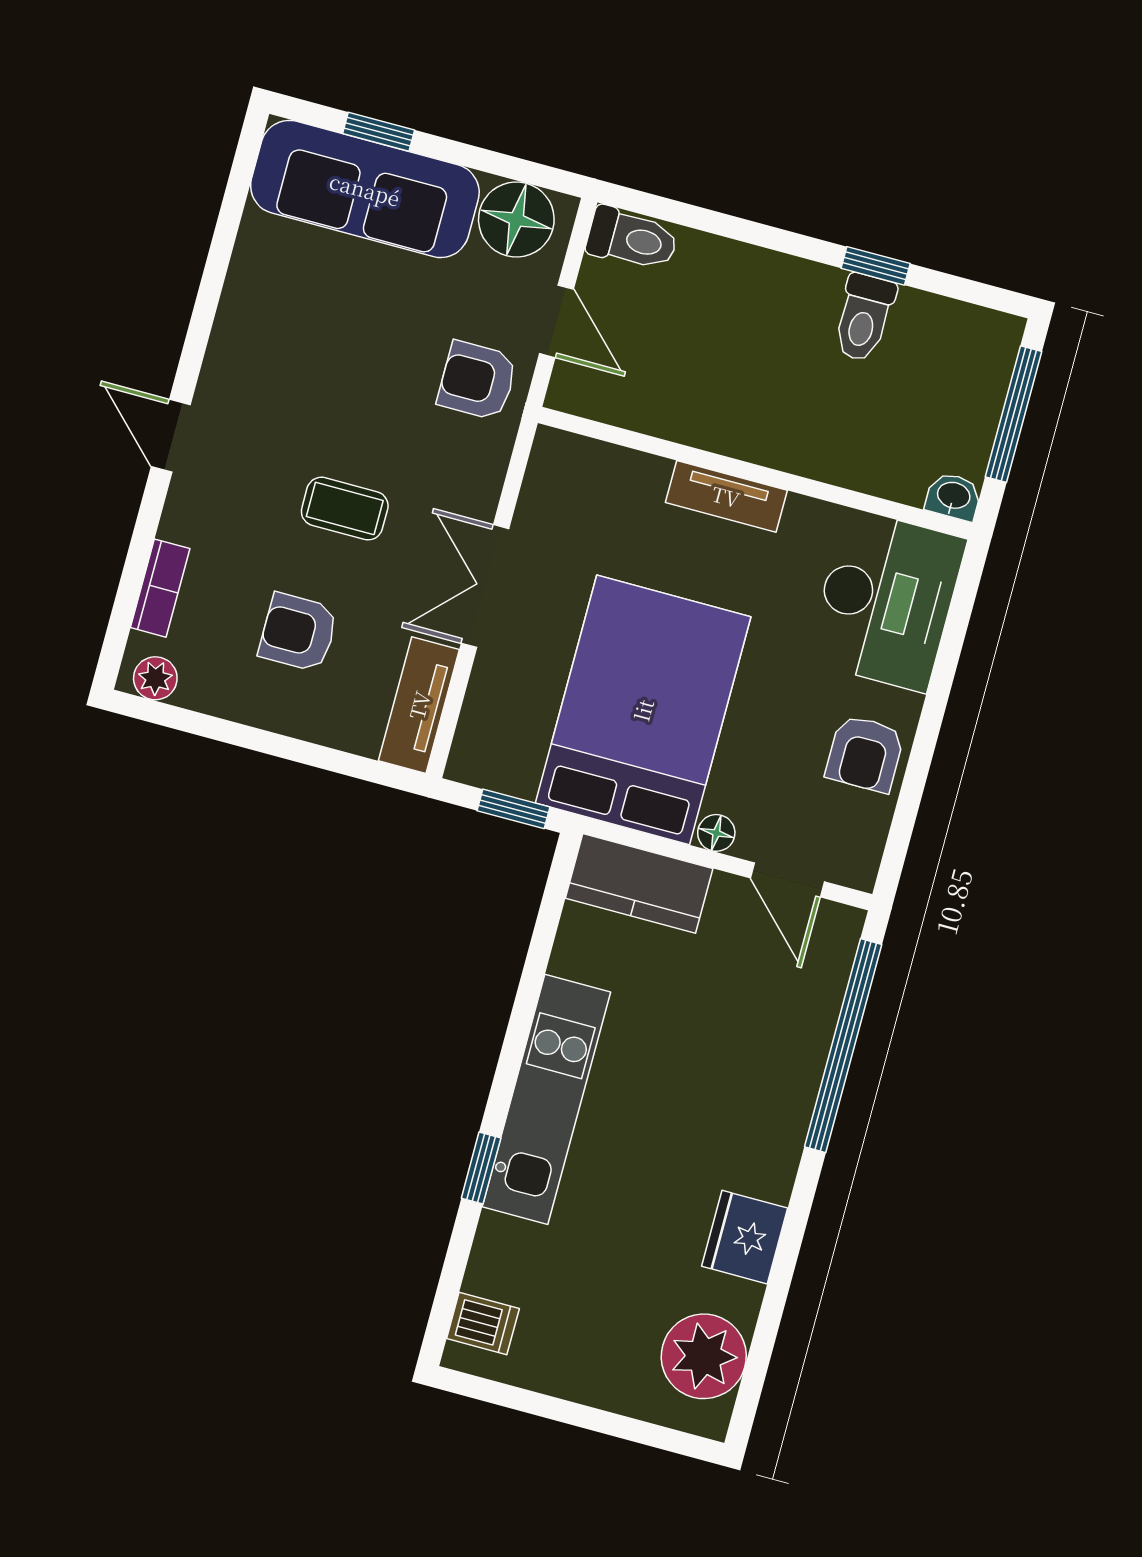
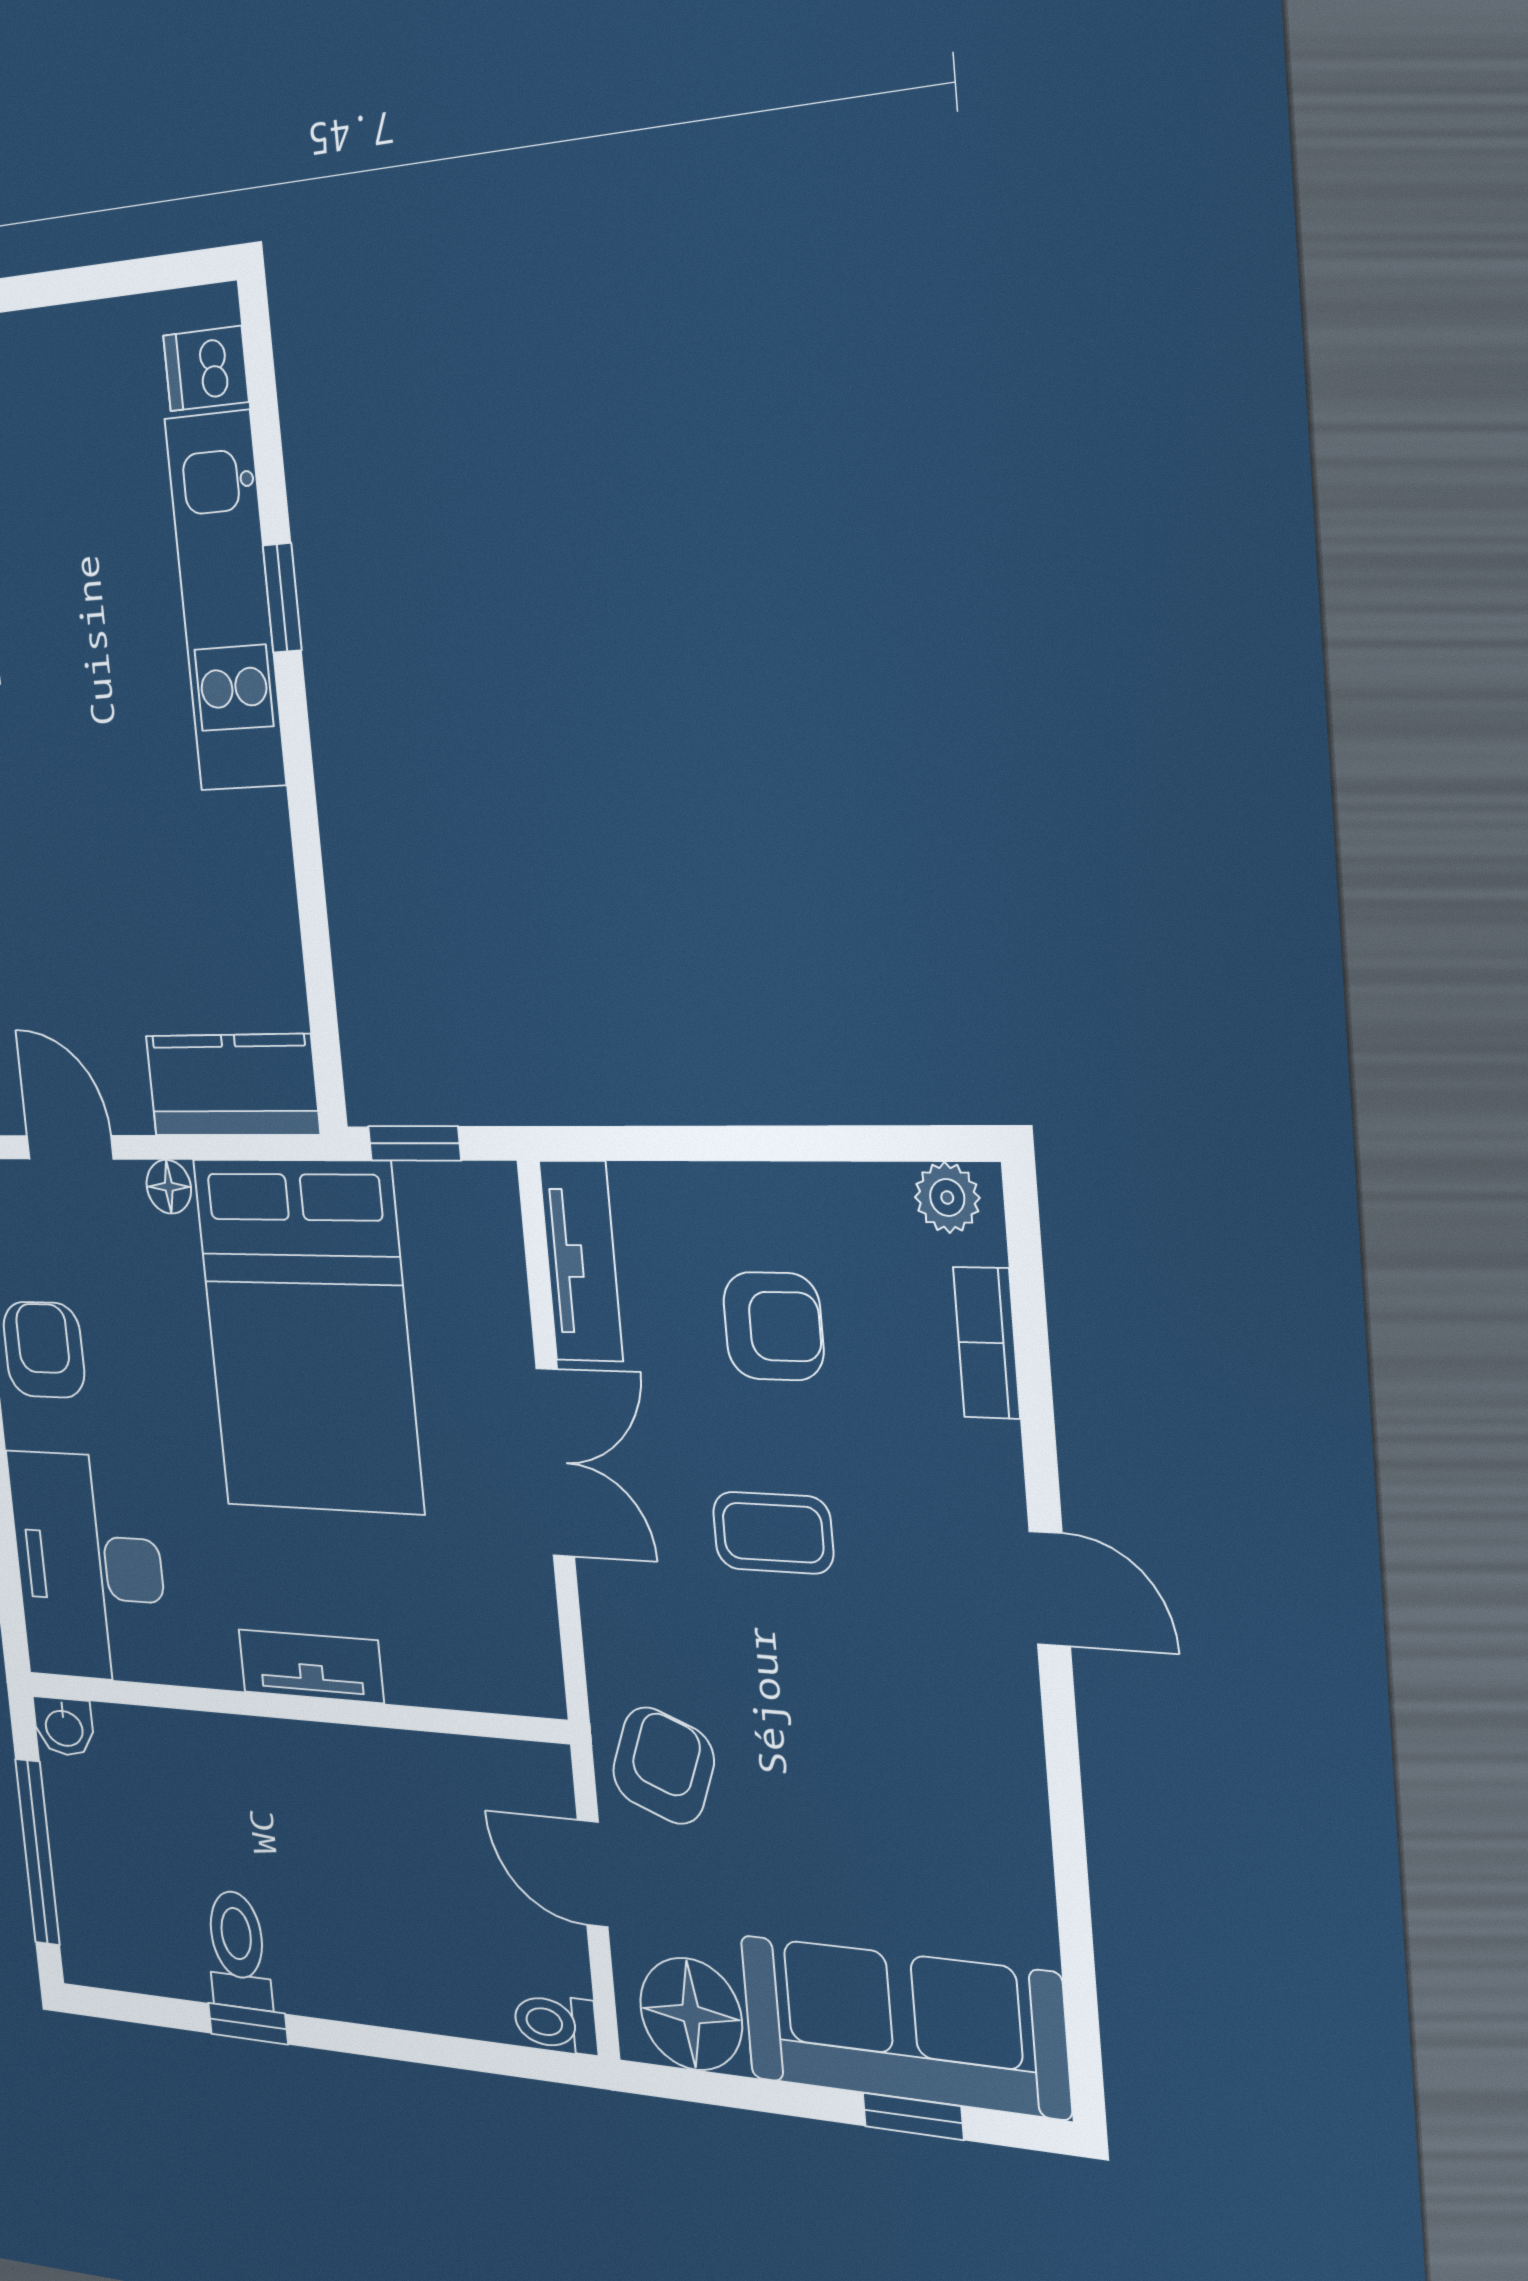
toilet: (632, 239) -> (556, 2023), width x0.73, depth x0.72
armchair: (477, 381) -> (663, 1766), turned -69
kitchen unit: (546, 1099) -> (225, 602), moved

